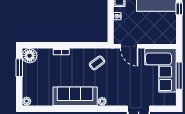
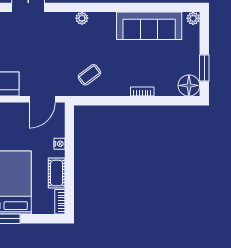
door: (129, 46) -> (42, 99), swing flipped
sofa: (75, 96) -> (149, 26), moved

